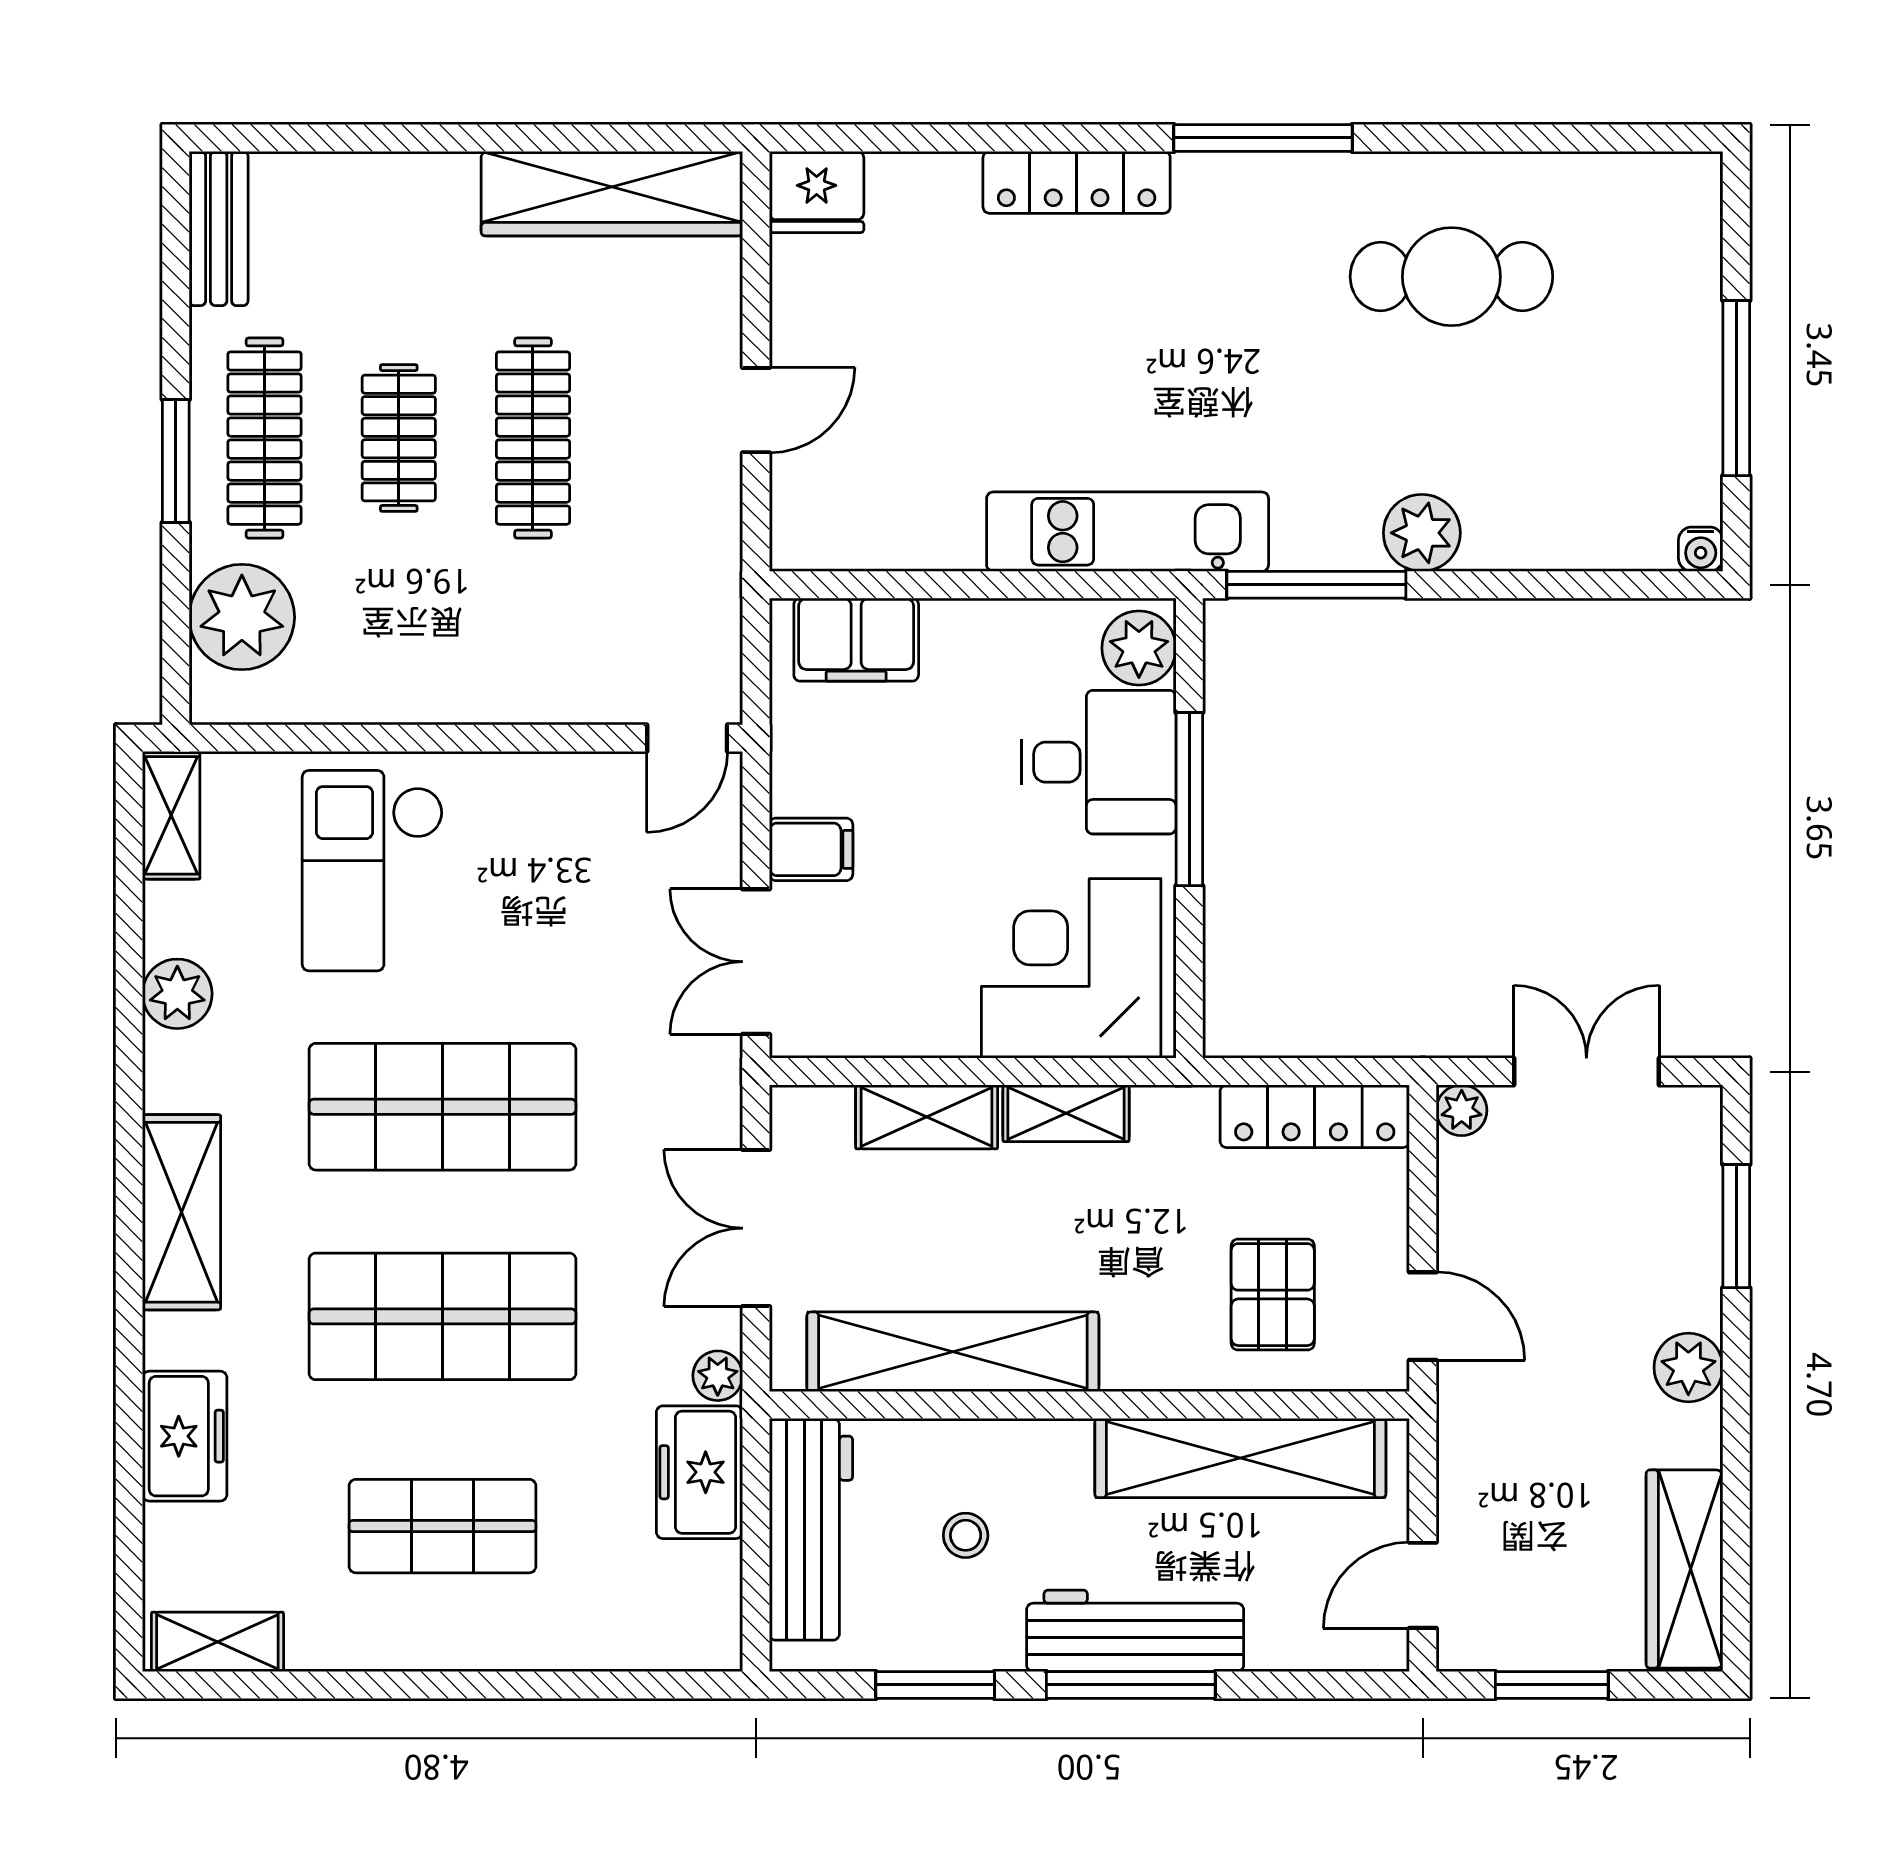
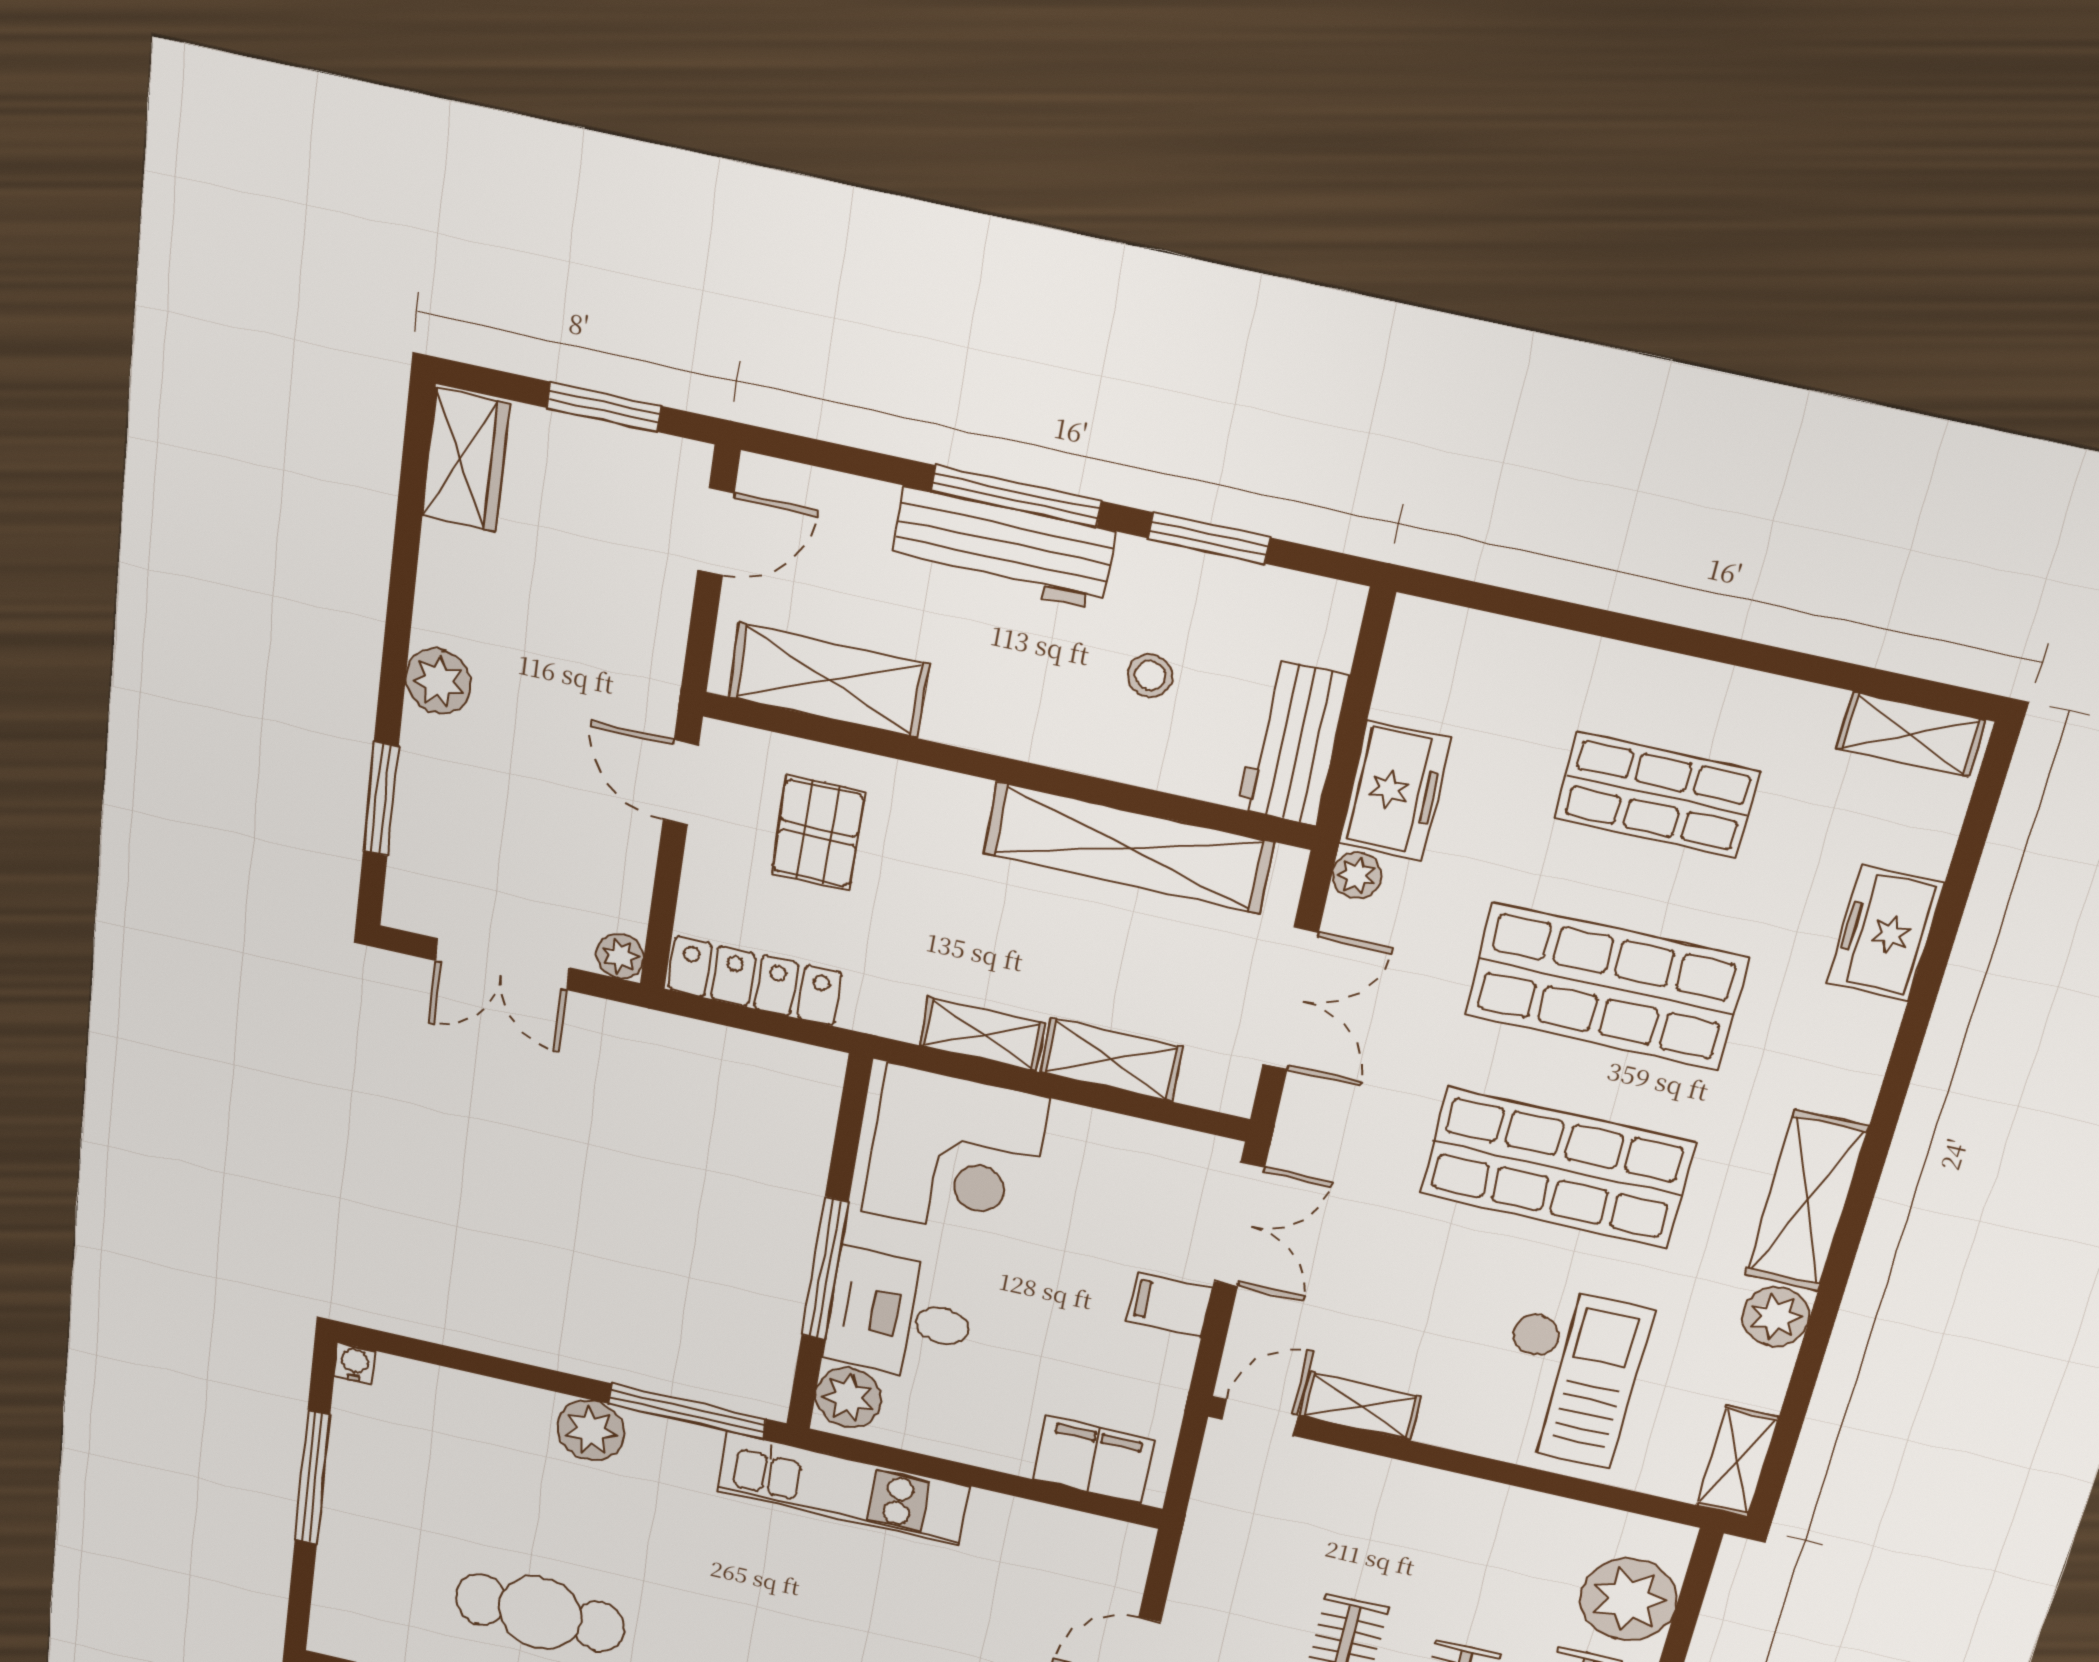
shelving: (583, 779) -> (1360, 1406), added
shelving: (182, 1212) -> (1807, 1201), moved
shelving: (1240, 1458) -> (829, 681), width x0.68
workbench: (811, 1529) -> (1293, 742), width x0.73
wardrobe: (1685, 1569) -> (466, 460), width x0.67

